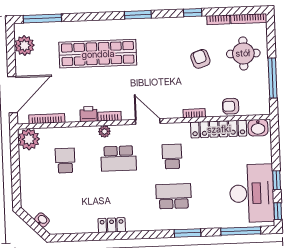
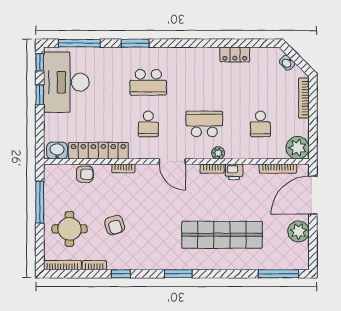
plant: (24, 46) -> (298, 231), moved
bookcase: (25, 187) -> (304, 98), added
locker: (112, 225) -> (235, 54), moved

